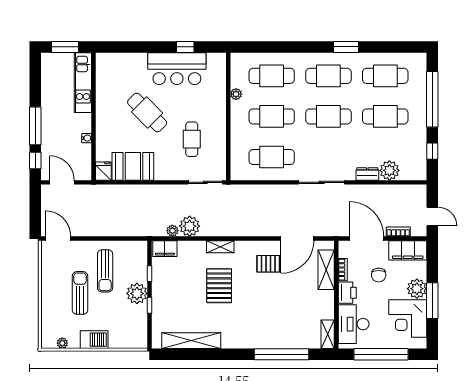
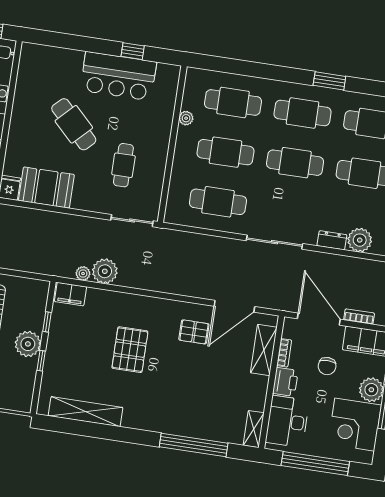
shelving: (220, 247) -> (139, 302), removed

